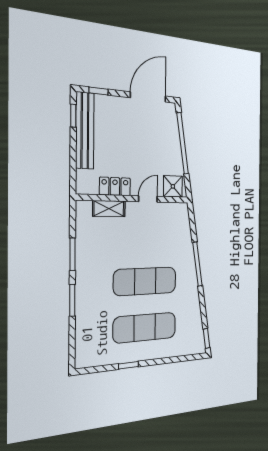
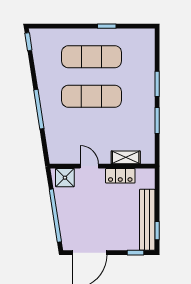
door: (148, 199) -> (89, 166), swing flipped

